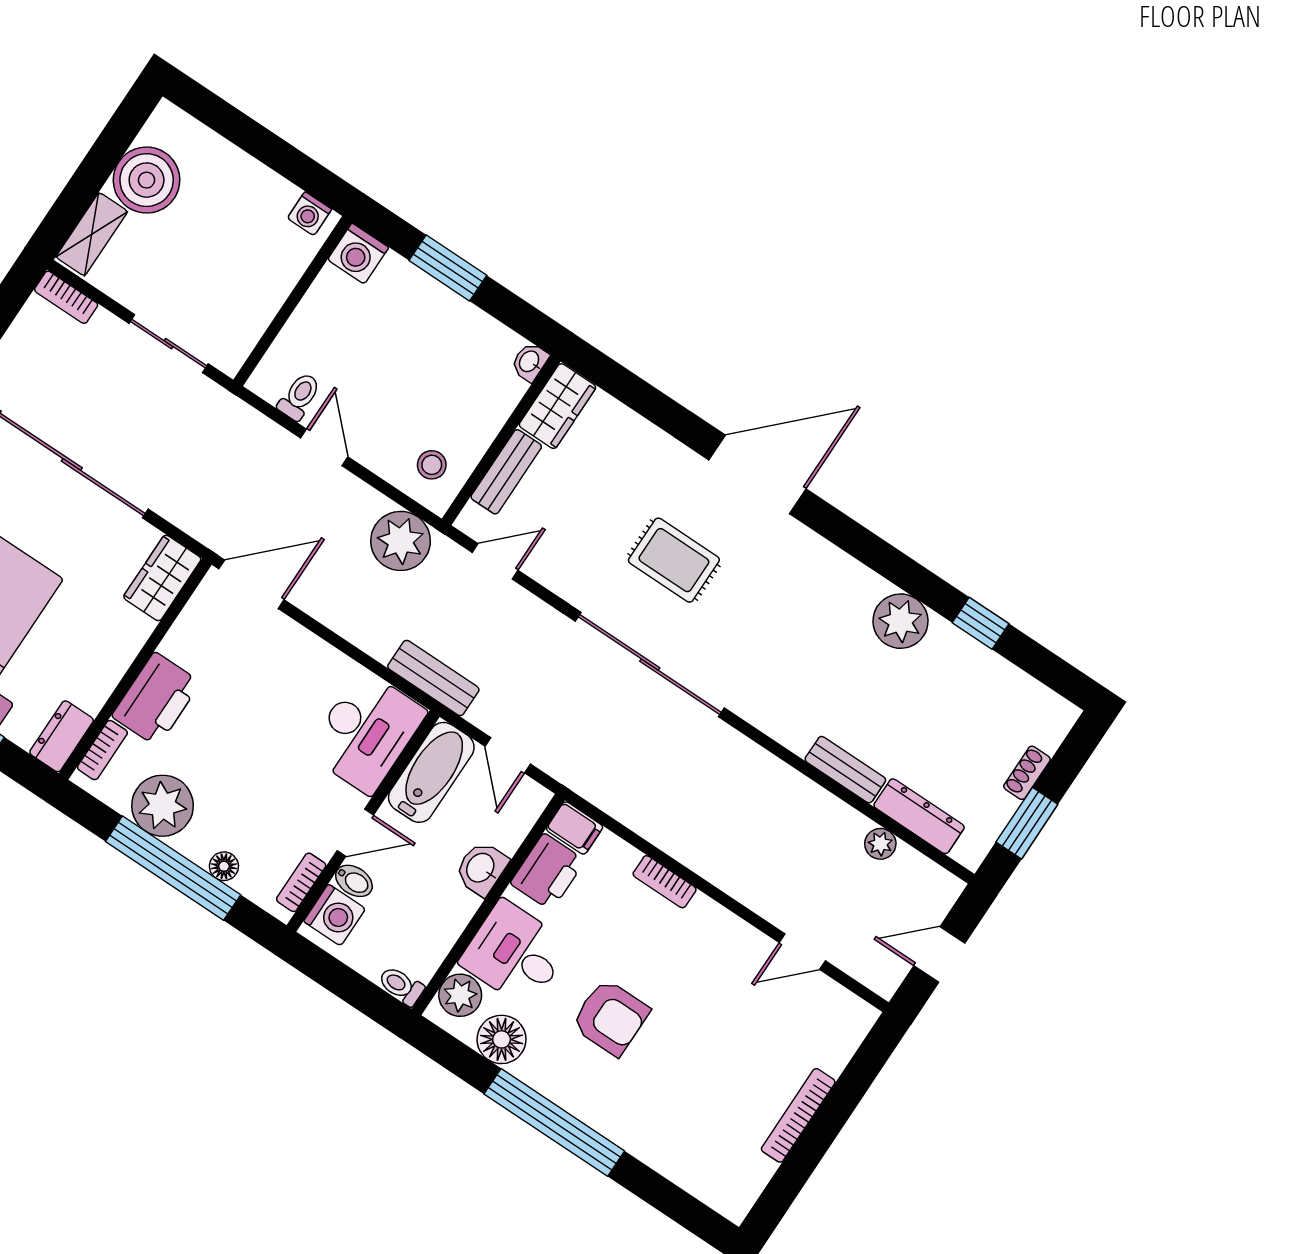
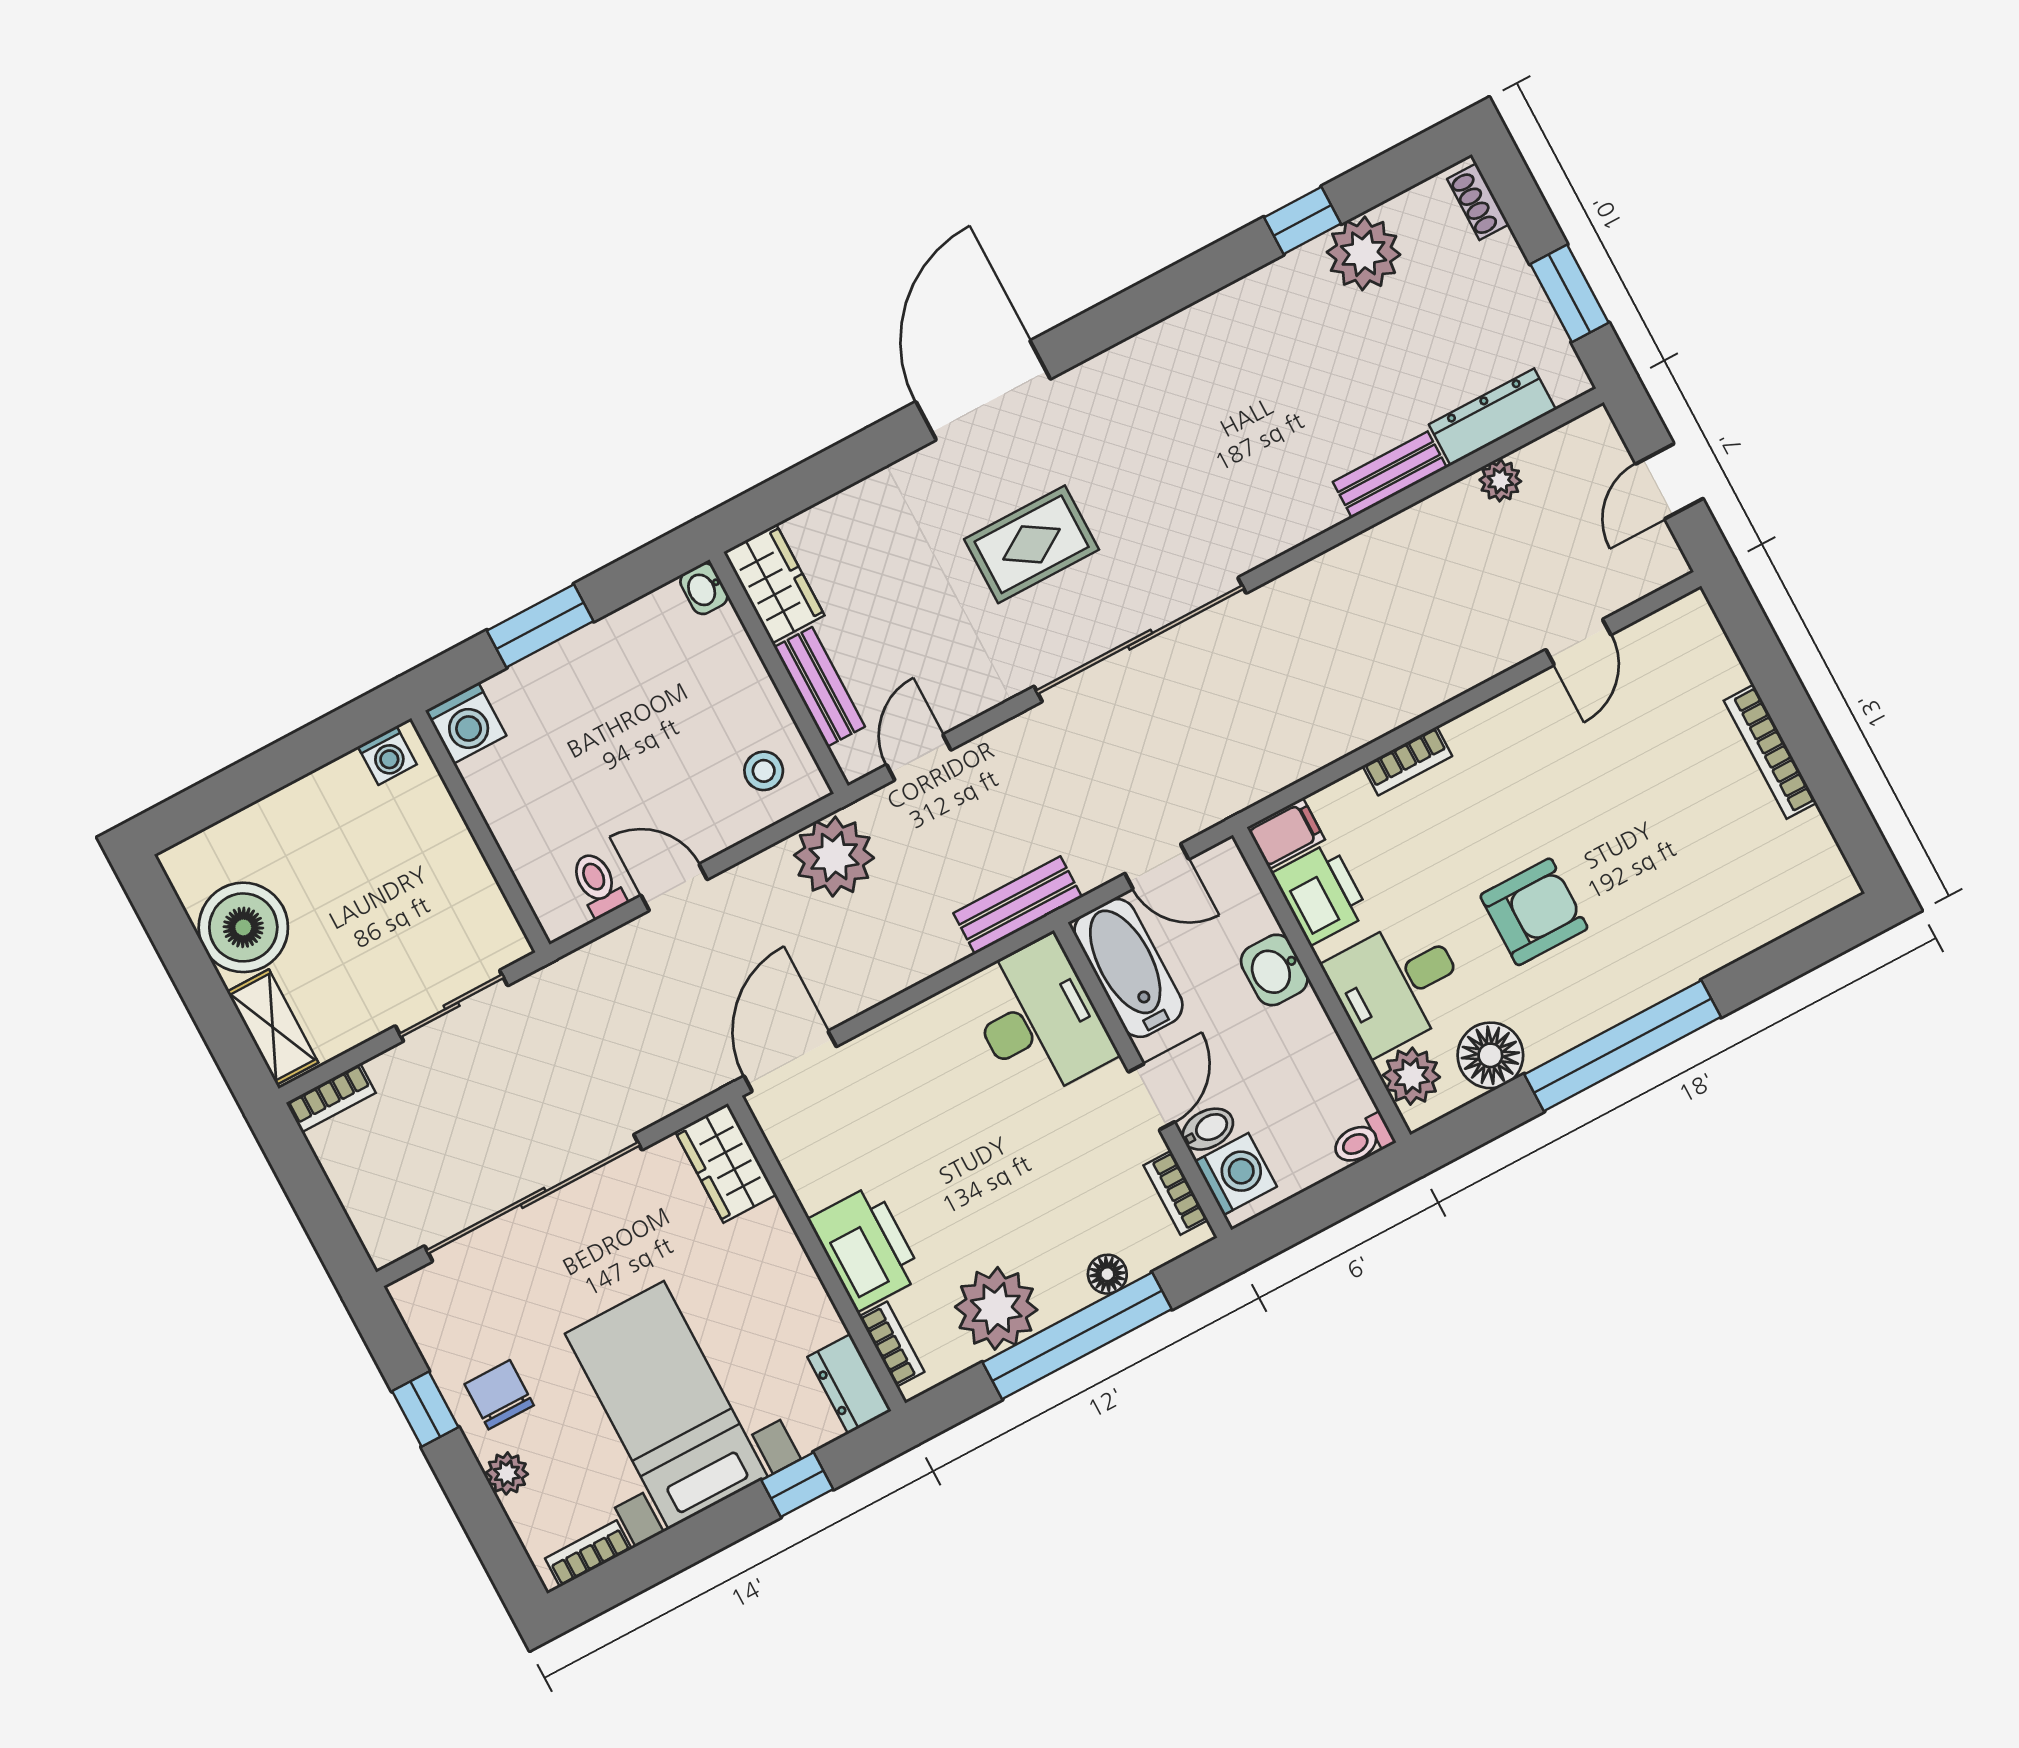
plant: (900, 621) -> (1364, 253), moved
shoe rack: (1027, 773) -> (1478, 202), moved

